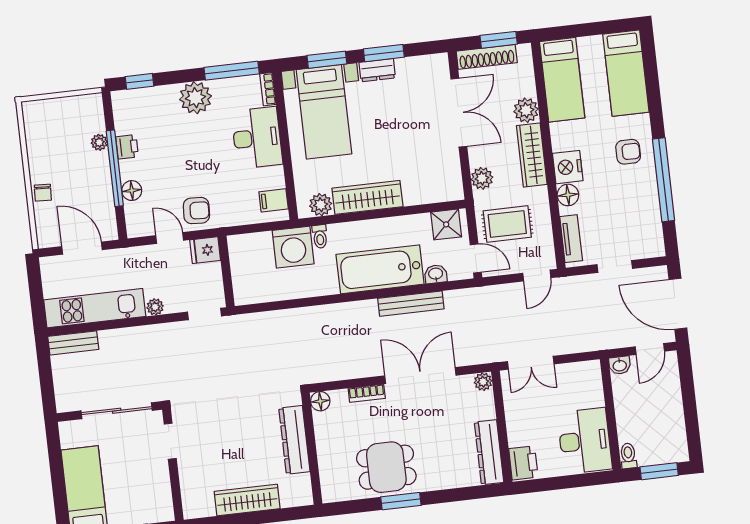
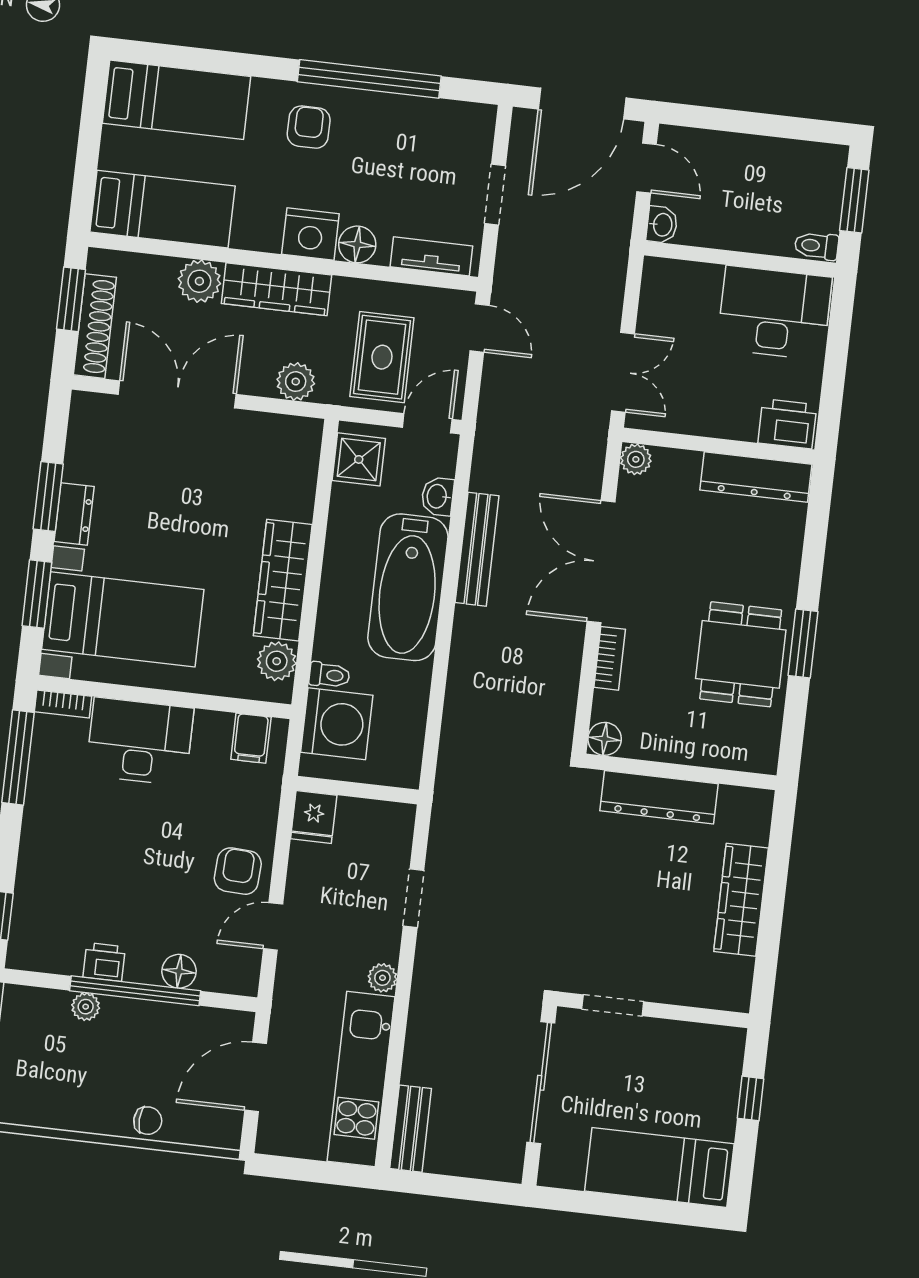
plant: (195, 98) -> (49, 828), removed
fridge: (205, 250) -> (314, 817), moved
wall: (226, 271) -> (357, 790), moved

